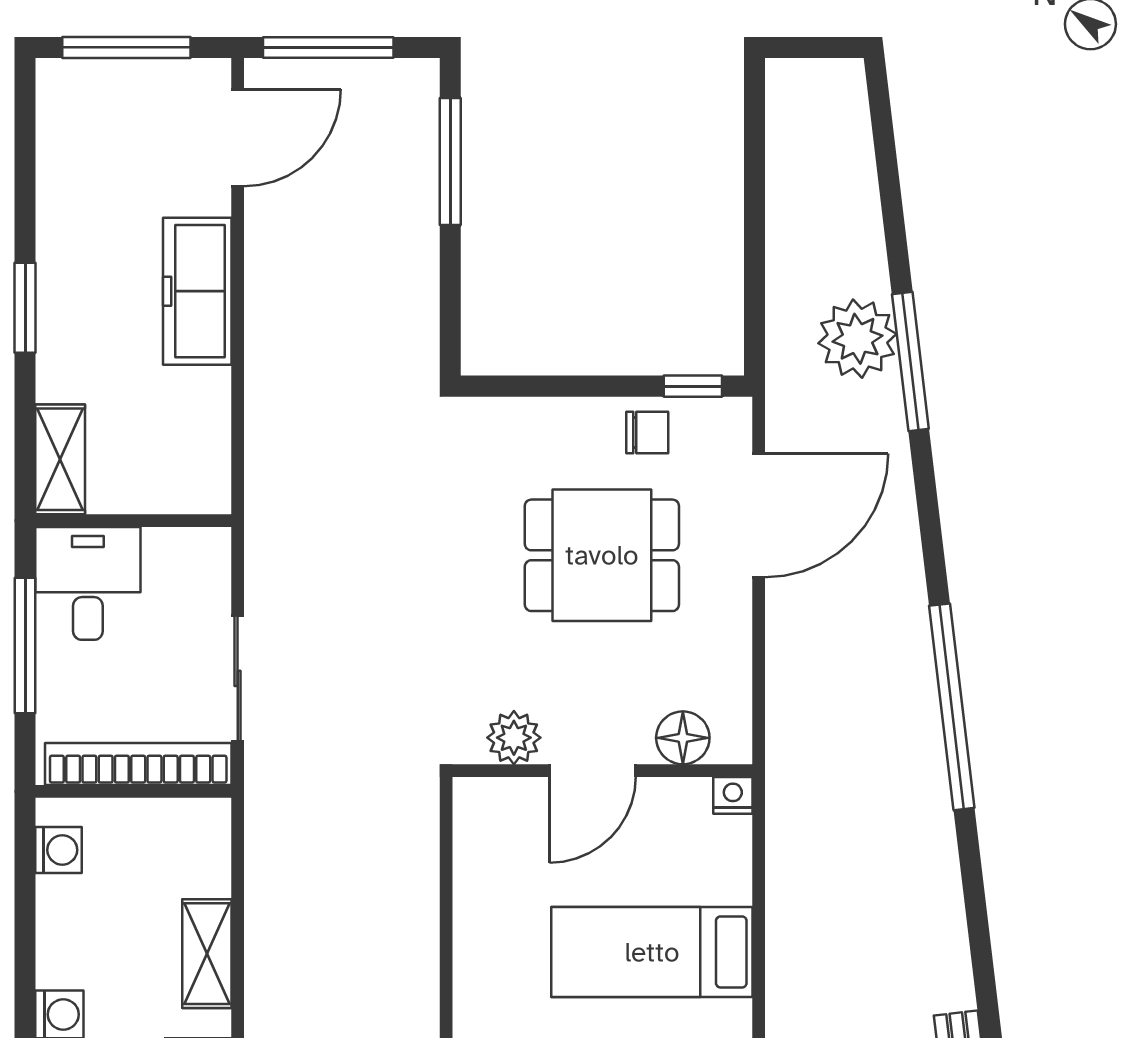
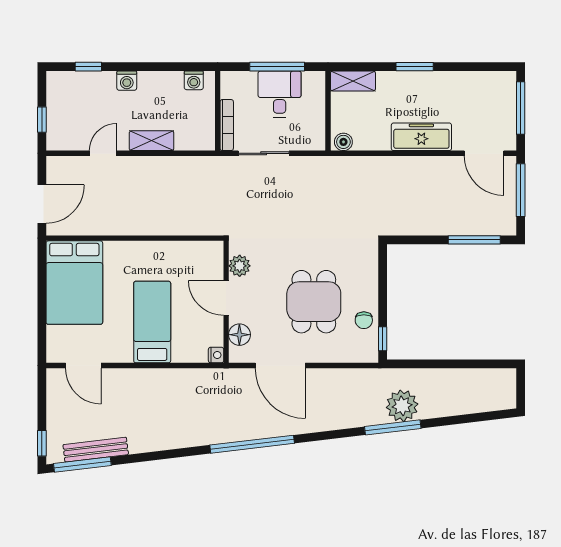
boiler: (210, 483) -> (343, 142), added
door: (759, 515) -> (280, 366), moved
desk: (88, 583) -> (280, 94), moved, turned -90
bookcase: (138, 764) -> (227, 125), width x0.68, depth x0.76

